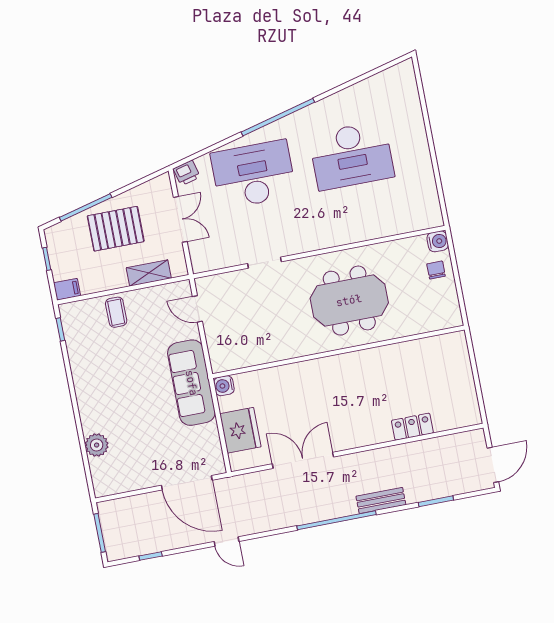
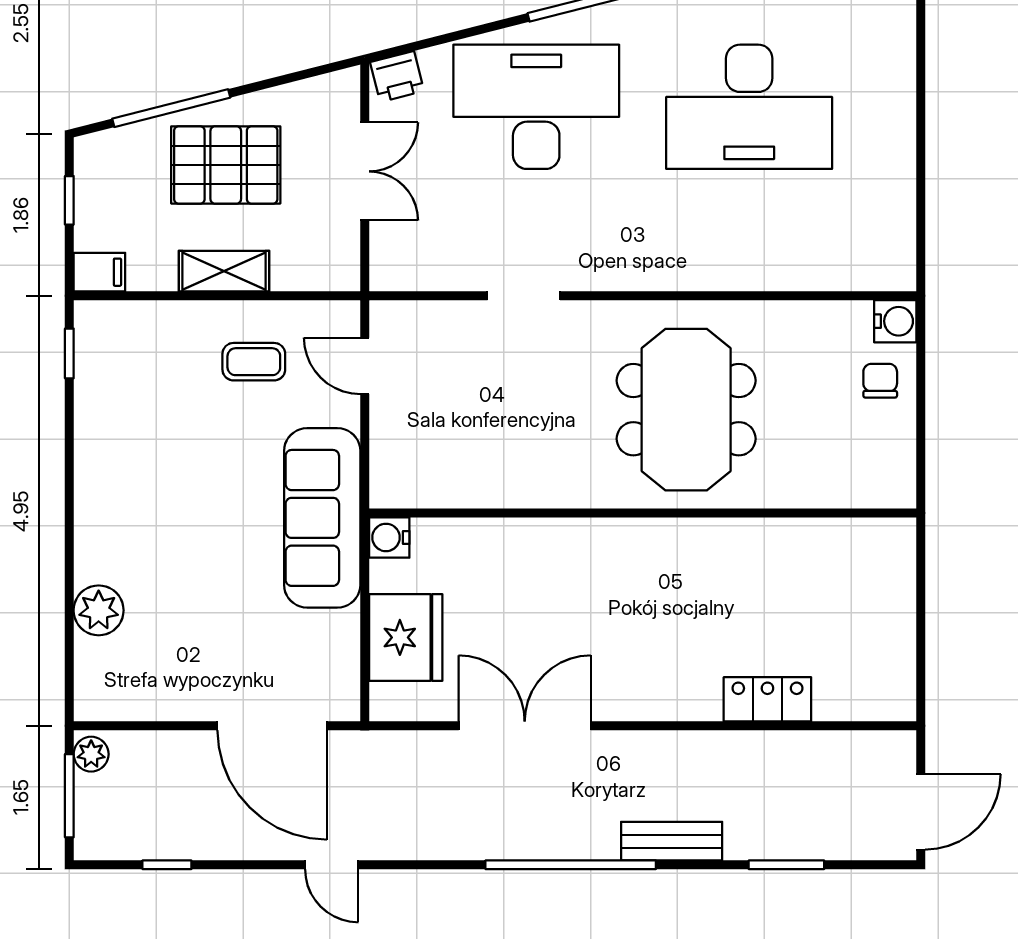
shelving: (149, 273) -> (224, 271), moved
meeting table: (349, 301) -> (686, 410), turned 90
coffee table: (116, 312) -> (254, 362), moved, turned 90
plant: (106, 512) -> (91, 754), added

